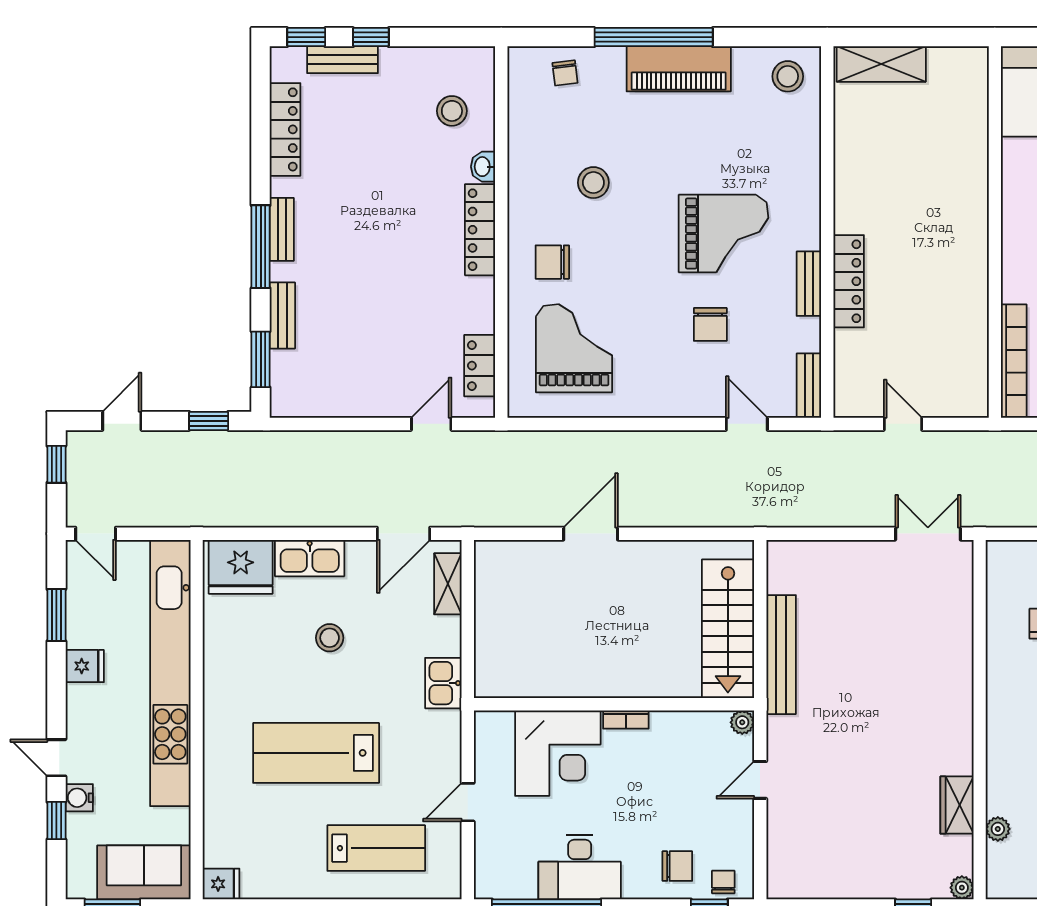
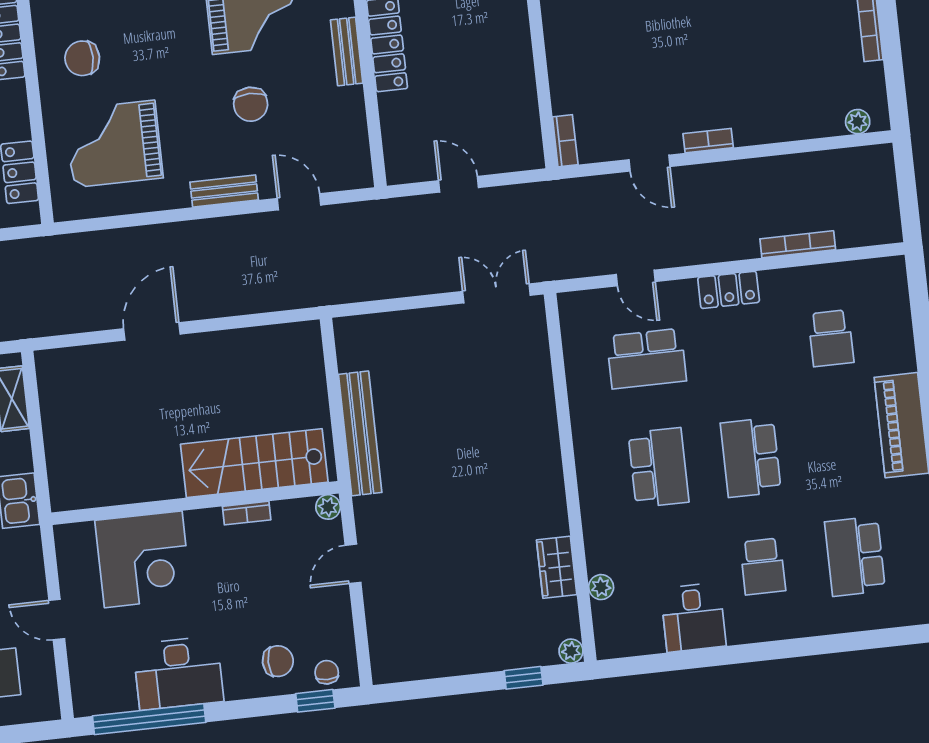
grand piano: (574, 348) -> (114, 144), turned -90
bookcase: (1014, 361) -> (565, 141), width x0.43, depth x0.76
bench: (809, 386) -> (224, 191), moved, turned 90
stairs: (728, 629) -> (254, 463), moved, turned 90
bookcase: (626, 720) -> (247, 513), moved
door: (468, 802) -> (57, 620), hinge flipped

